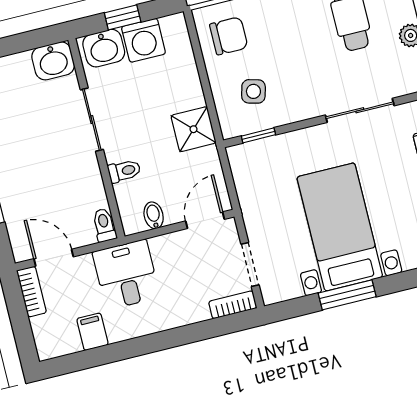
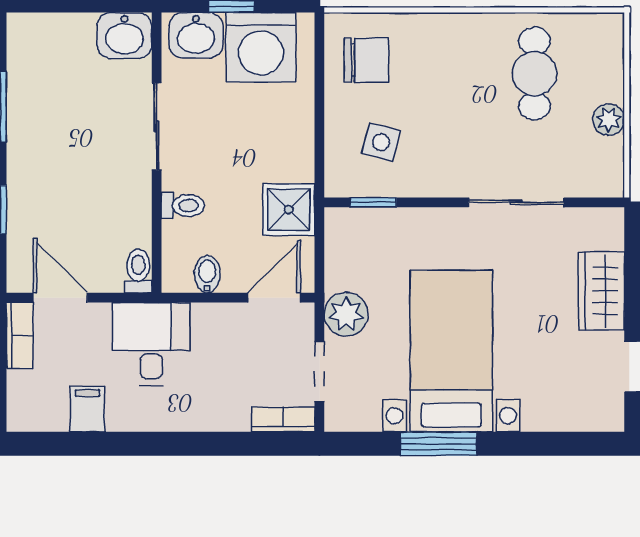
washing machine: (143, 40) -> (261, 47), width x1.37, depth x1.37
shower: (193, 129) -> (289, 210), moved
plant: (259, 219) -> (346, 314), added

